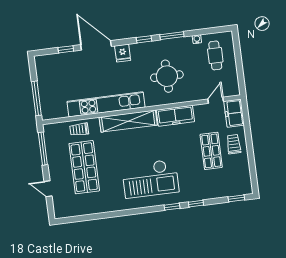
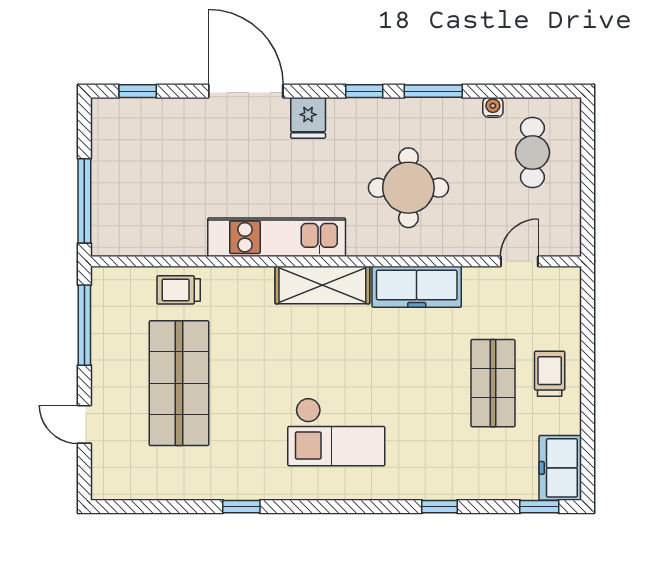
window: (66, 49) -> (138, 91), moved
kitchen unit: (106, 104) -> (277, 237), width x0.73
freezer: (234, 113) -> (560, 468), moved
shelving: (128, 121) -> (322, 285), width x0.68
checkout: (150, 179) -> (336, 432), width x0.73, depth x0.83
window: (172, 207) -> (241, 507), moved

